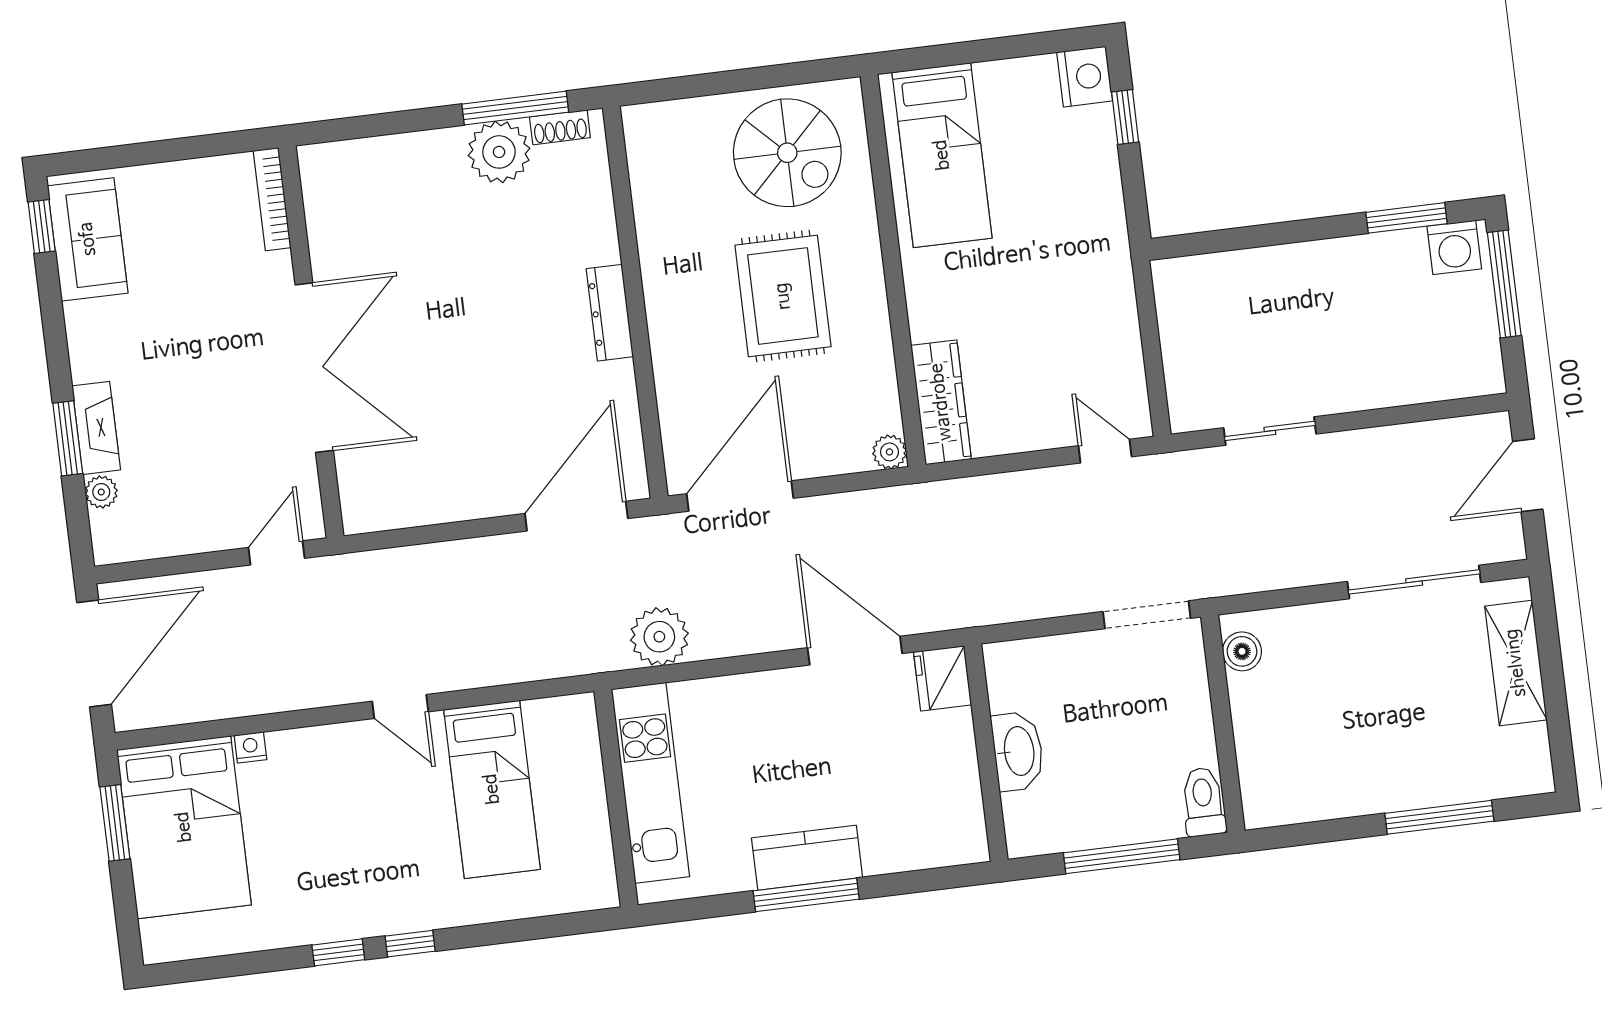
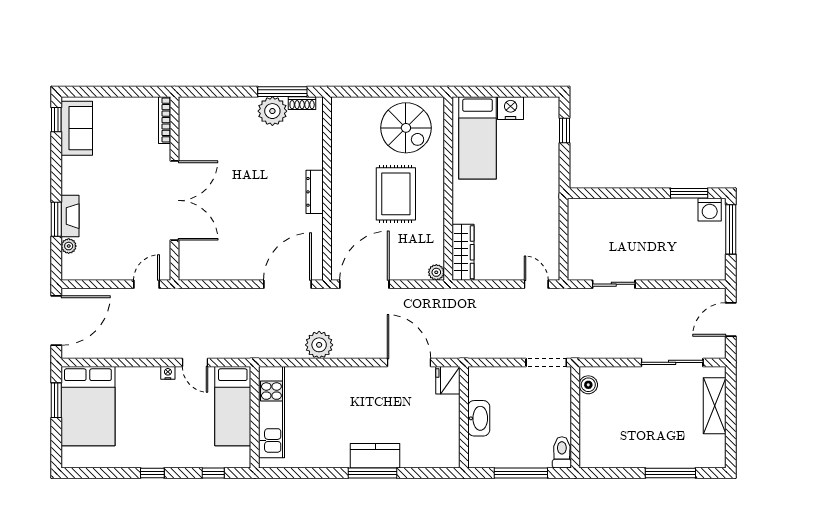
nightstand: (1085, 77) -> (511, 108), moved, turned -90
nightstand: (250, 747) -> (168, 373), moved
kitchen unit: (650, 783) -> (271, 412), moved
wall: (616, 798) -> (255, 417), moved
window: (410, 944) -> (213, 473), moved

